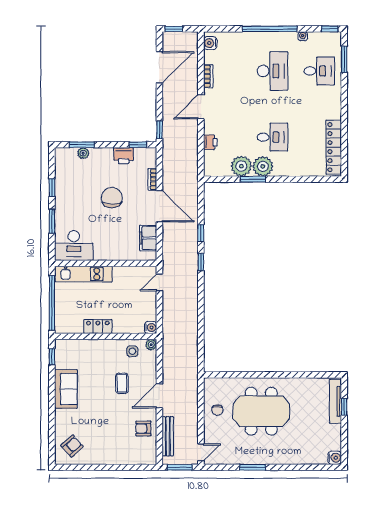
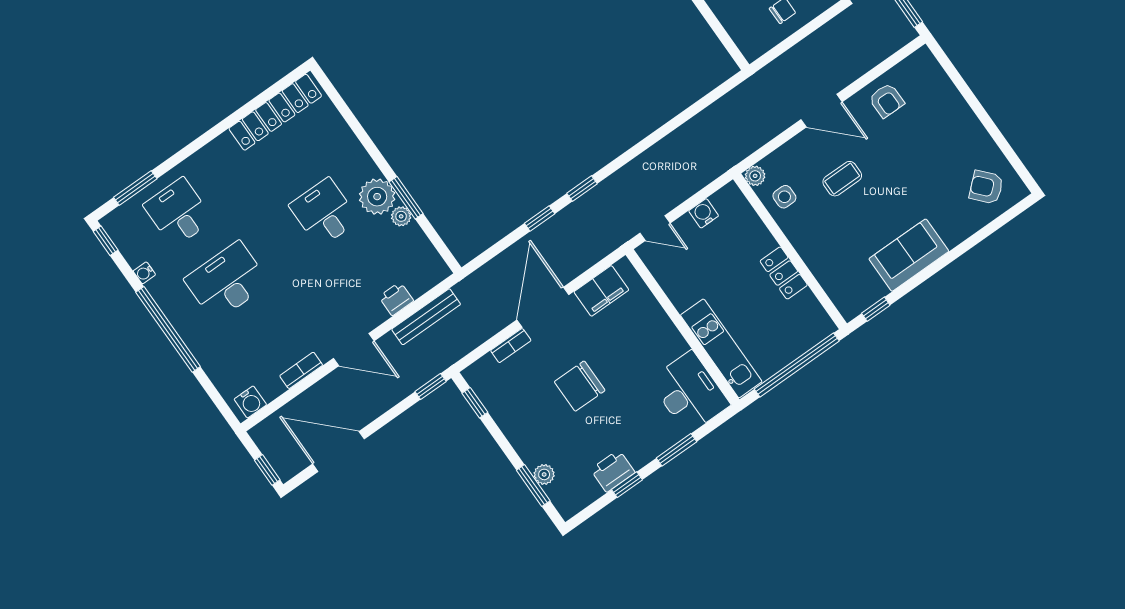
printer: (124, 156) -> (613, 471), moved, turned -90
plant: (241, 166) -> (401, 216), width x0.53, depth x0.53
water cooler: (151, 327) -> (704, 213), moved
bench: (168, 436) -> (426, 317), moved

